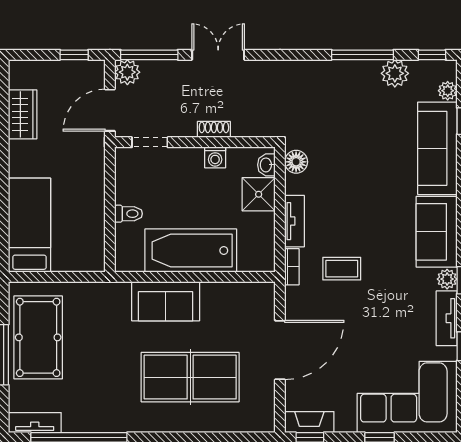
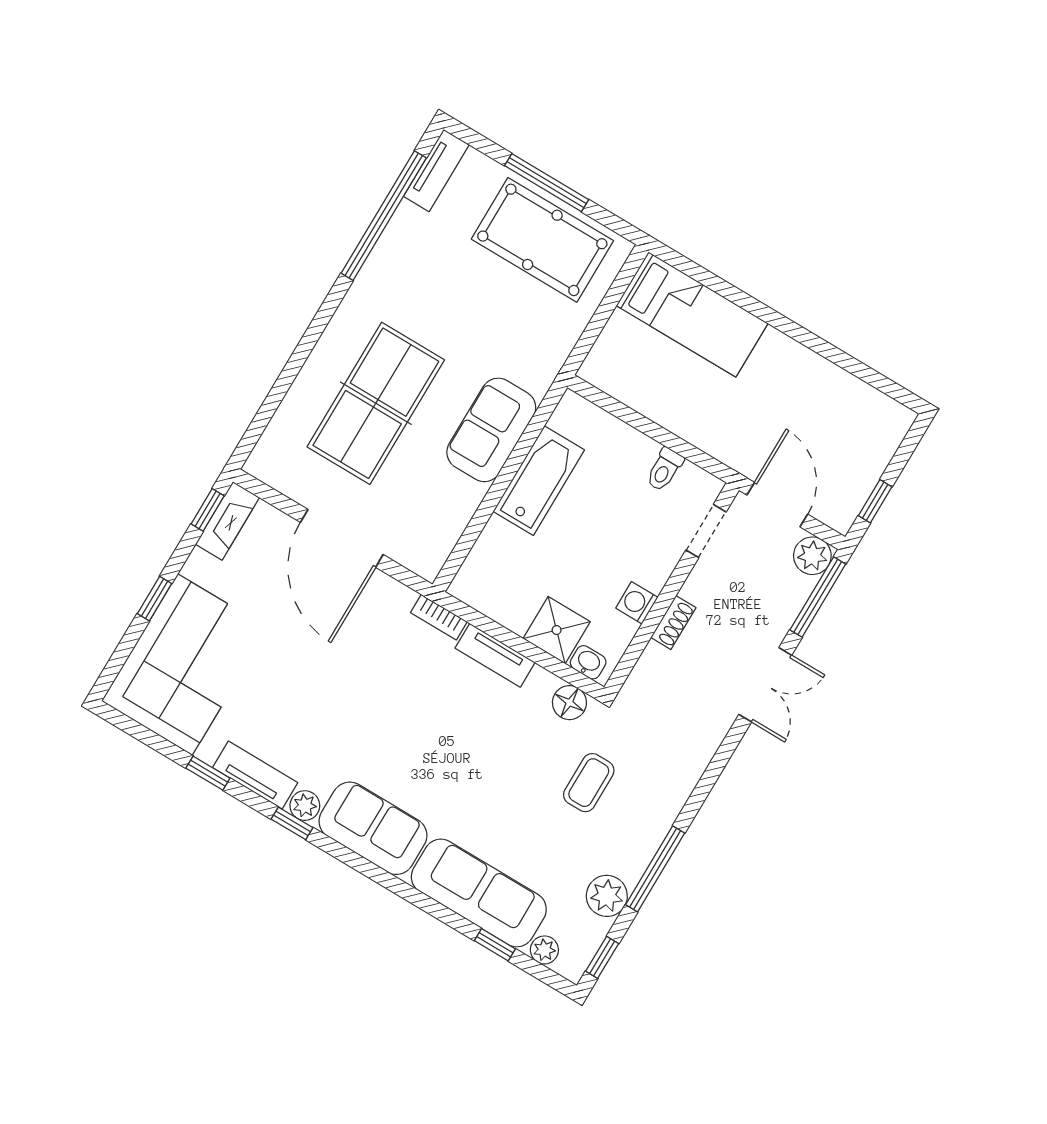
wardrobe: (23, 114) -> (838, 390), removed
toilet: (129, 214) -> (665, 469), moved
bathtub: (191, 250) -> (539, 481), width x0.73, depth x0.73
coffee table: (342, 269) -> (589, 783), moved

